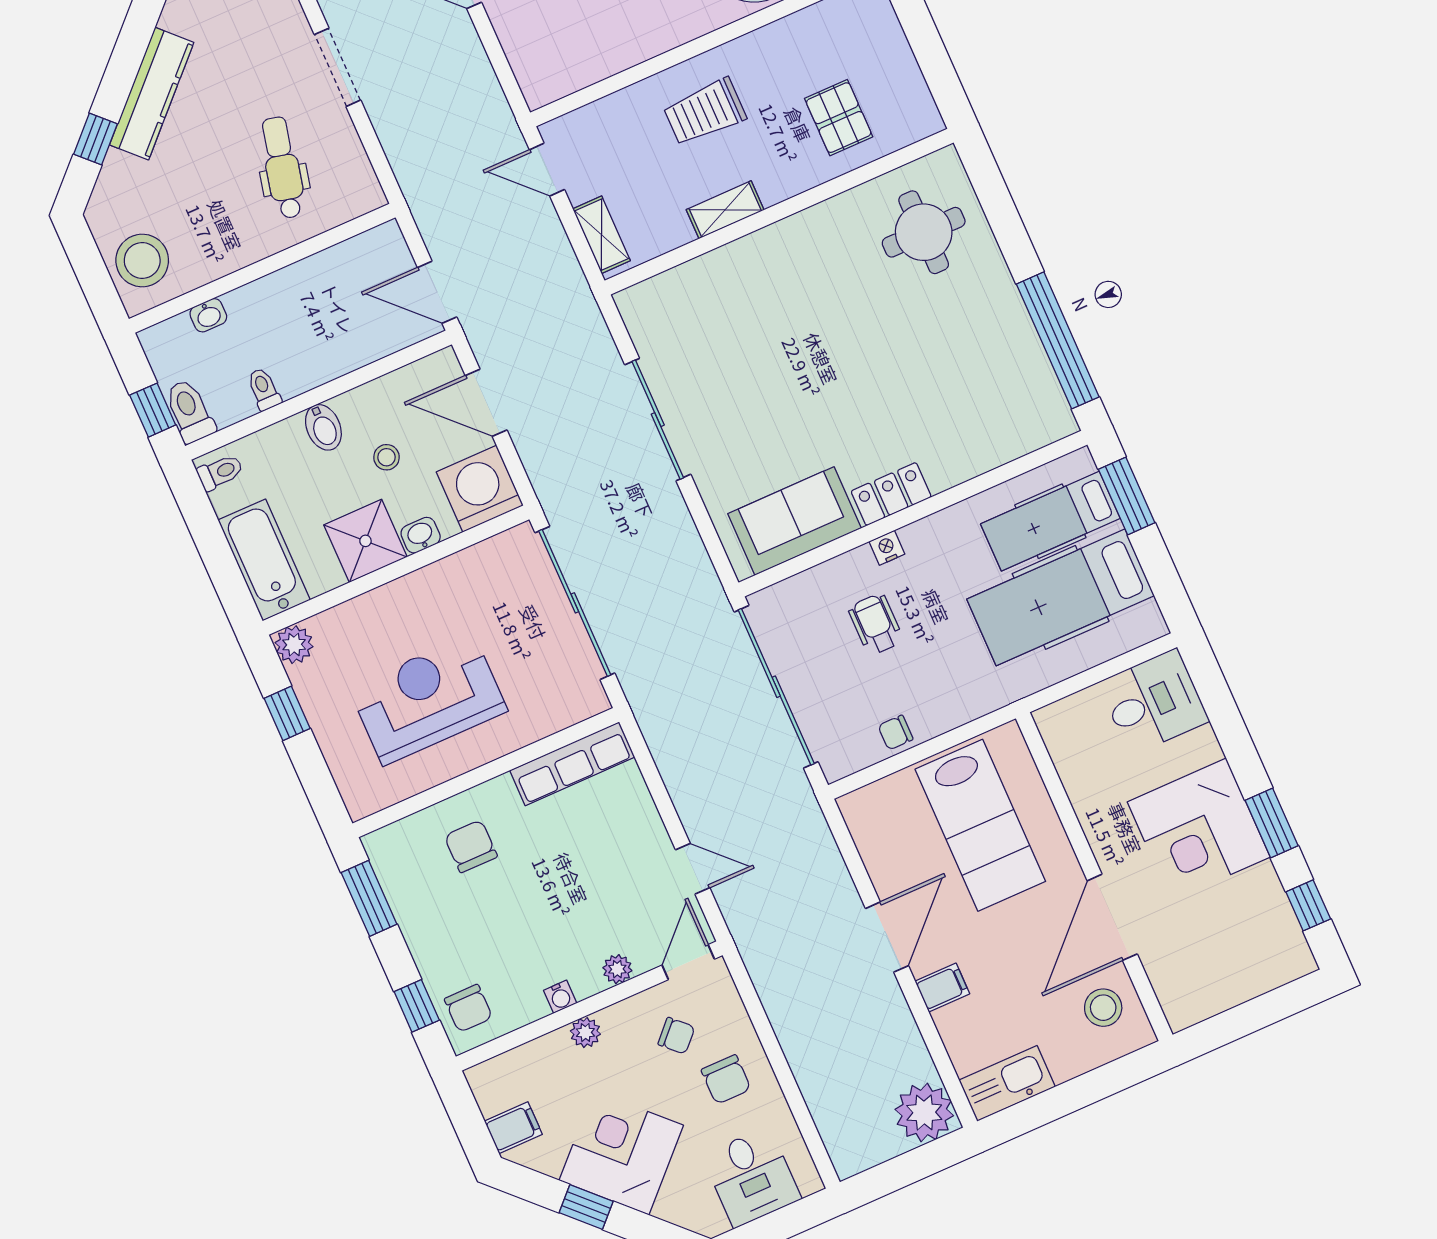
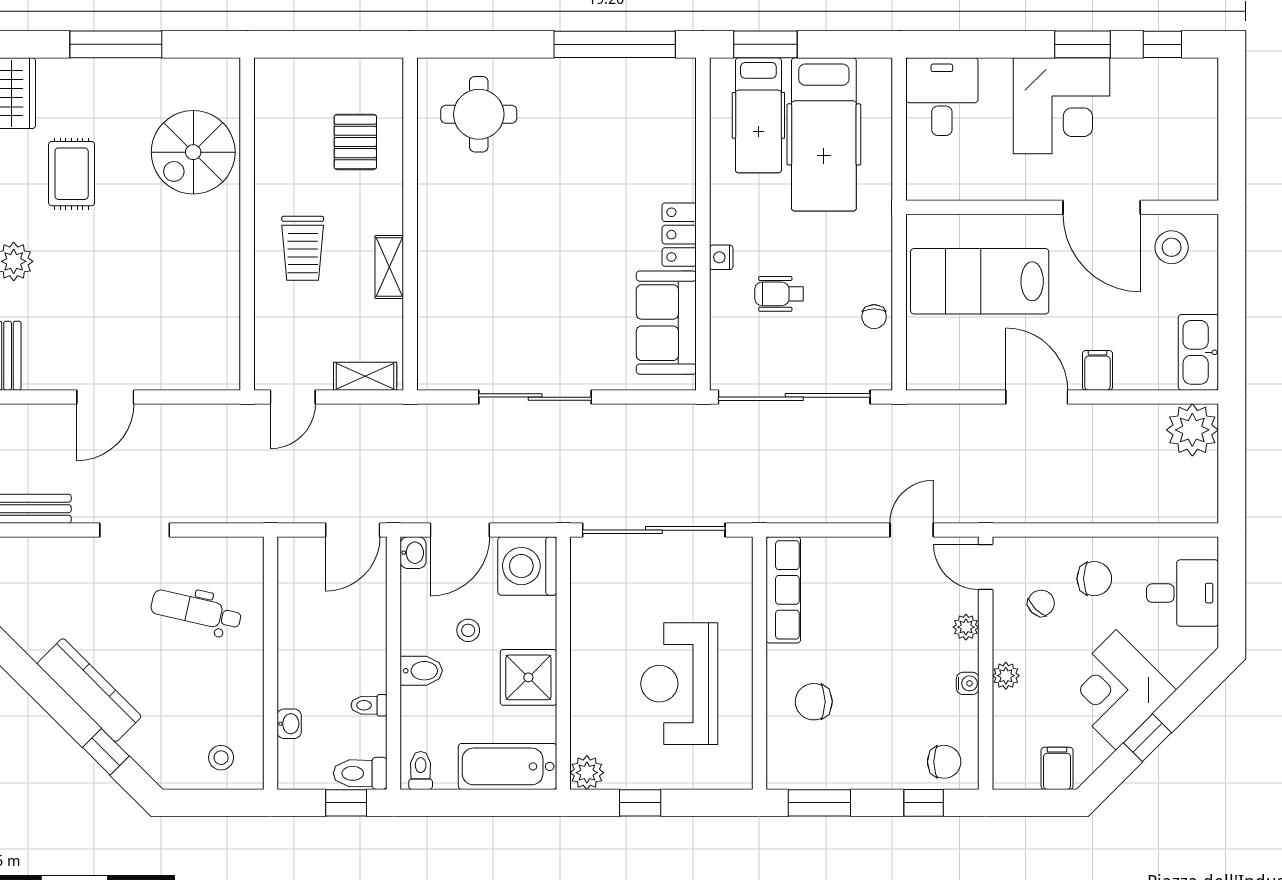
pallet: (839, 118) -> (355, 142), turned 90
stool: (142, 261) -> (221, 758), width x0.53, depth x0.53
washbasin: (421, 535) -> (413, 553), moved, turned 180
lab bench: (980, 825) -> (980, 281), turned 180

